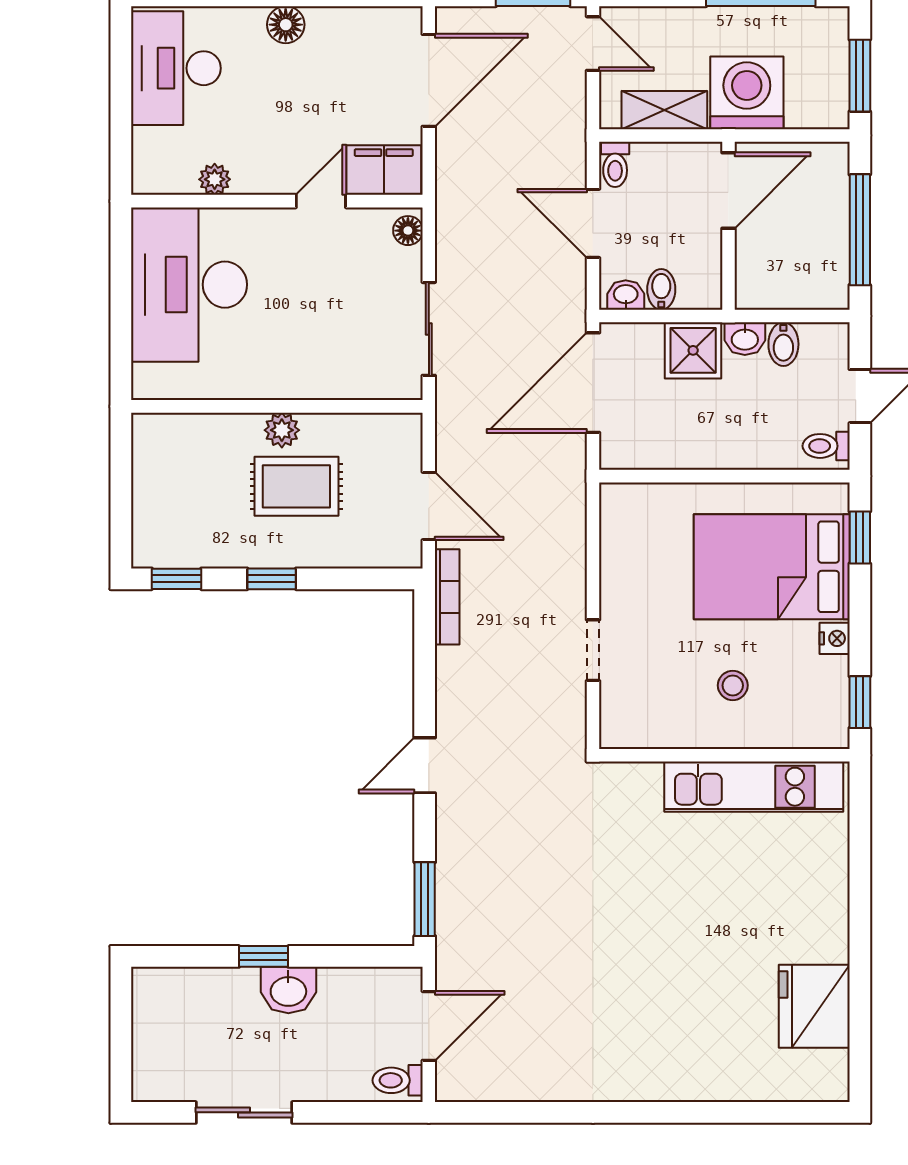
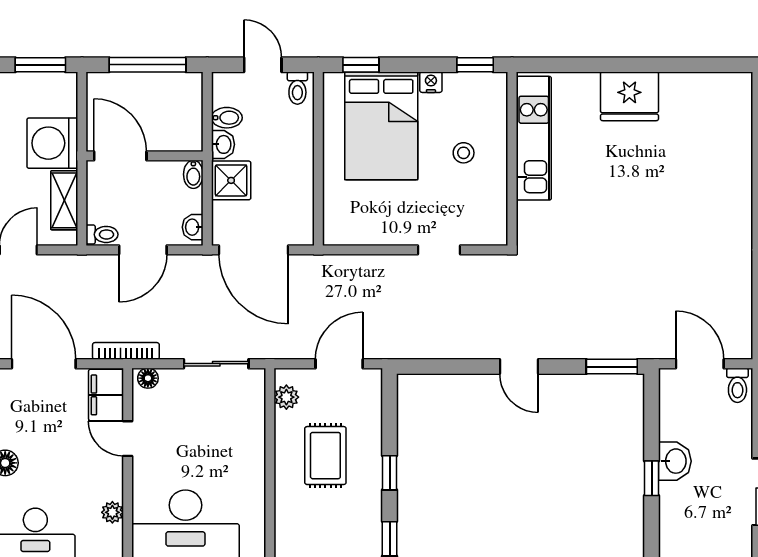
bidet: (661, 289) -> (193, 174), moved, turned -90
plant: (282, 430) -> (286, 397), moved
bookcase: (447, 597) -> (126, 351), moved
fridge: (814, 1006) -> (629, 96), moved

